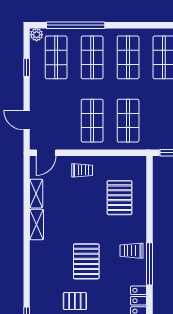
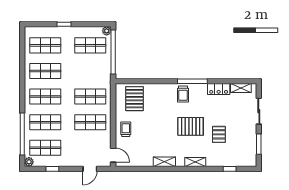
shelving: (36, 194) -> (195, 162), moved
pallet: (120, 198) -> (134, 99), moved, turned 90

